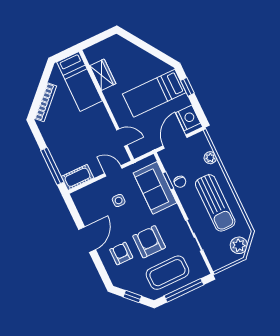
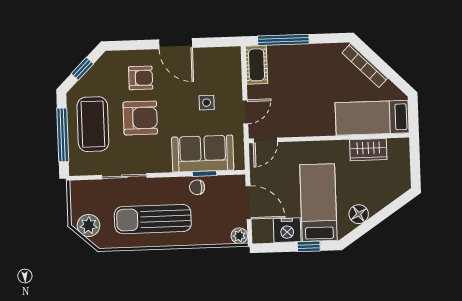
floor lamp: (150, 62) -> (359, 214), added
nightstand: (188, 118) -> (287, 230), moved
door: (122, 138) -> (265, 140), moved
plant: (210, 158) -> (239, 236), moved

